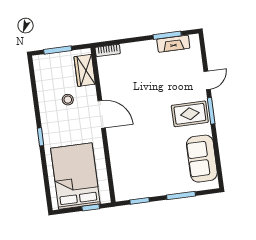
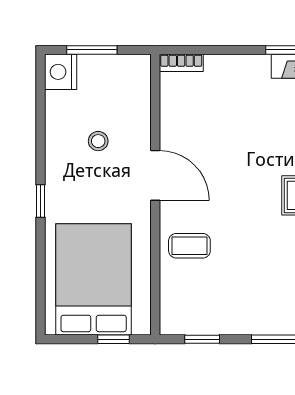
nightstand: (42, 64) -> (61, 72), added
wardrobe: (85, 70) -> (135, 93), removed
coffee table: (126, 150) -> (189, 246), added

